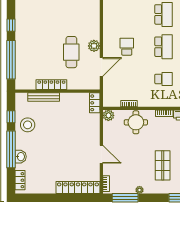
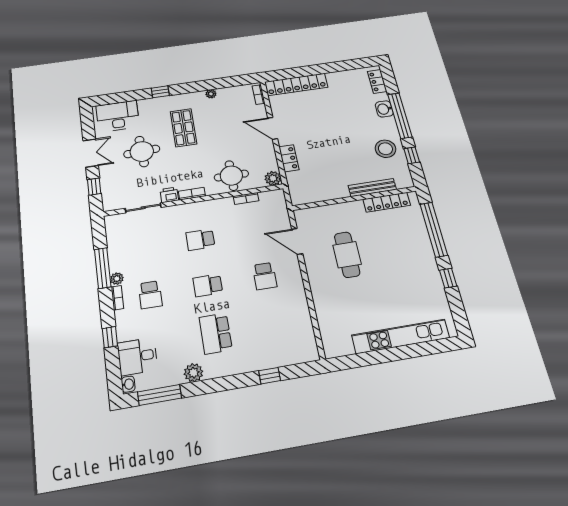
plant: (94, 46) -> (315, 269), removed
school desk: (164, 47) -> (208, 285), width x0.54
door: (101, 67) -> (297, 241), hinge flipped
locker: (51, 85) -> (387, 202), moved
locker: (95, 103) -> (289, 158), moved
window: (125, 198) -> (229, 82), removed

